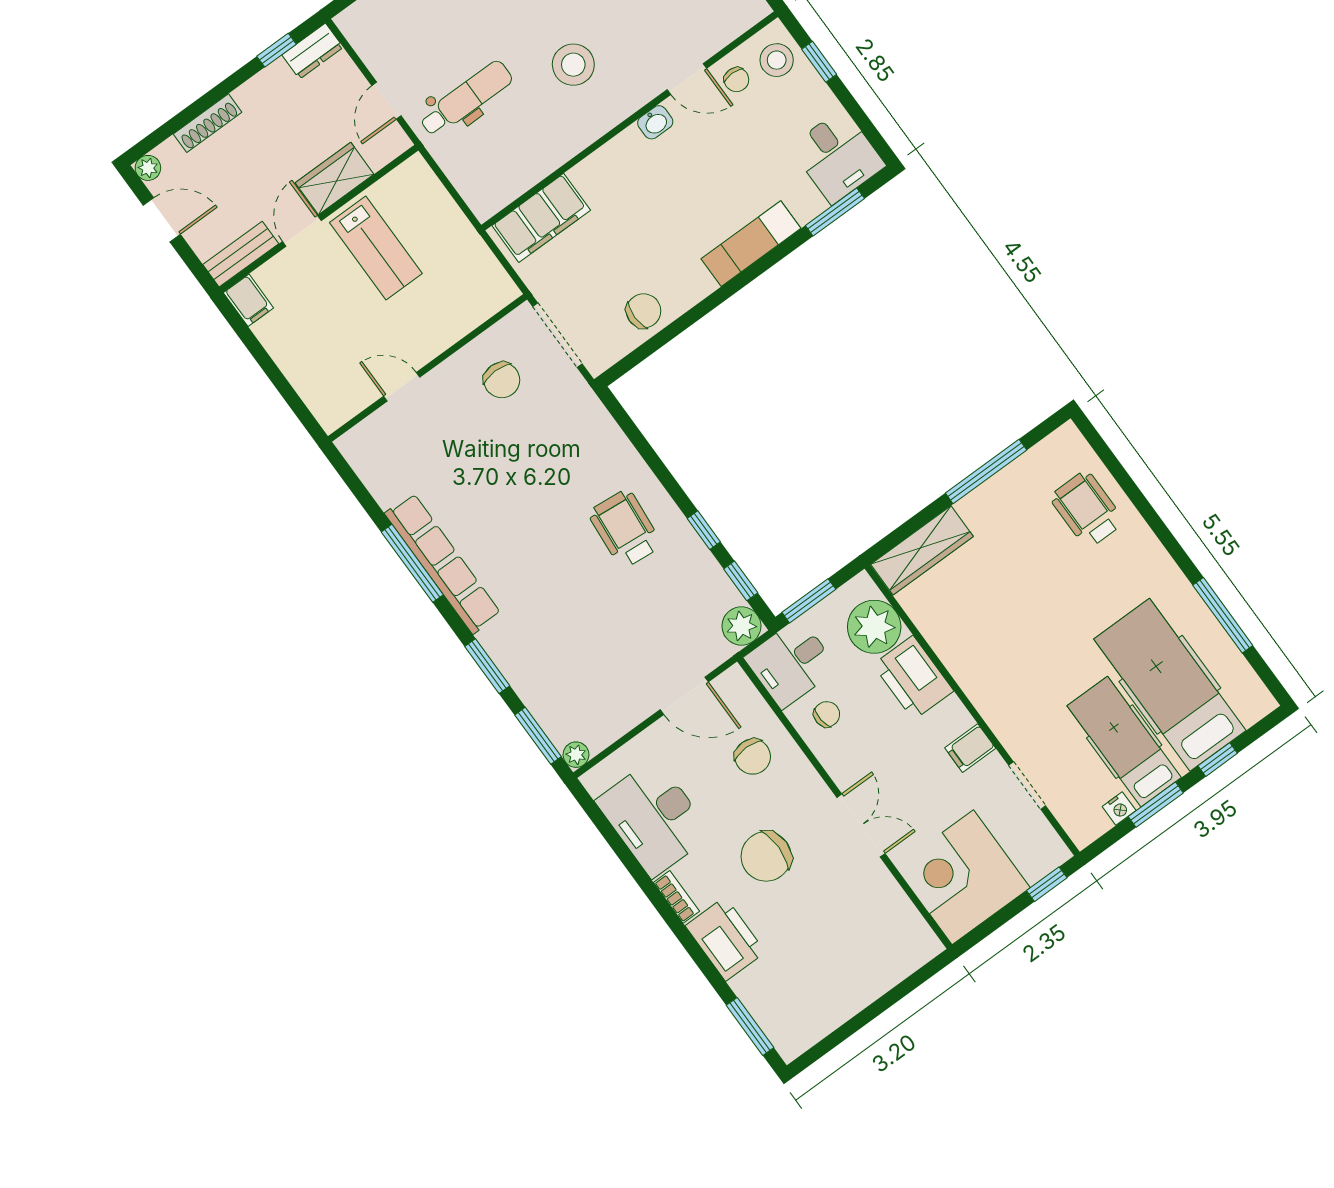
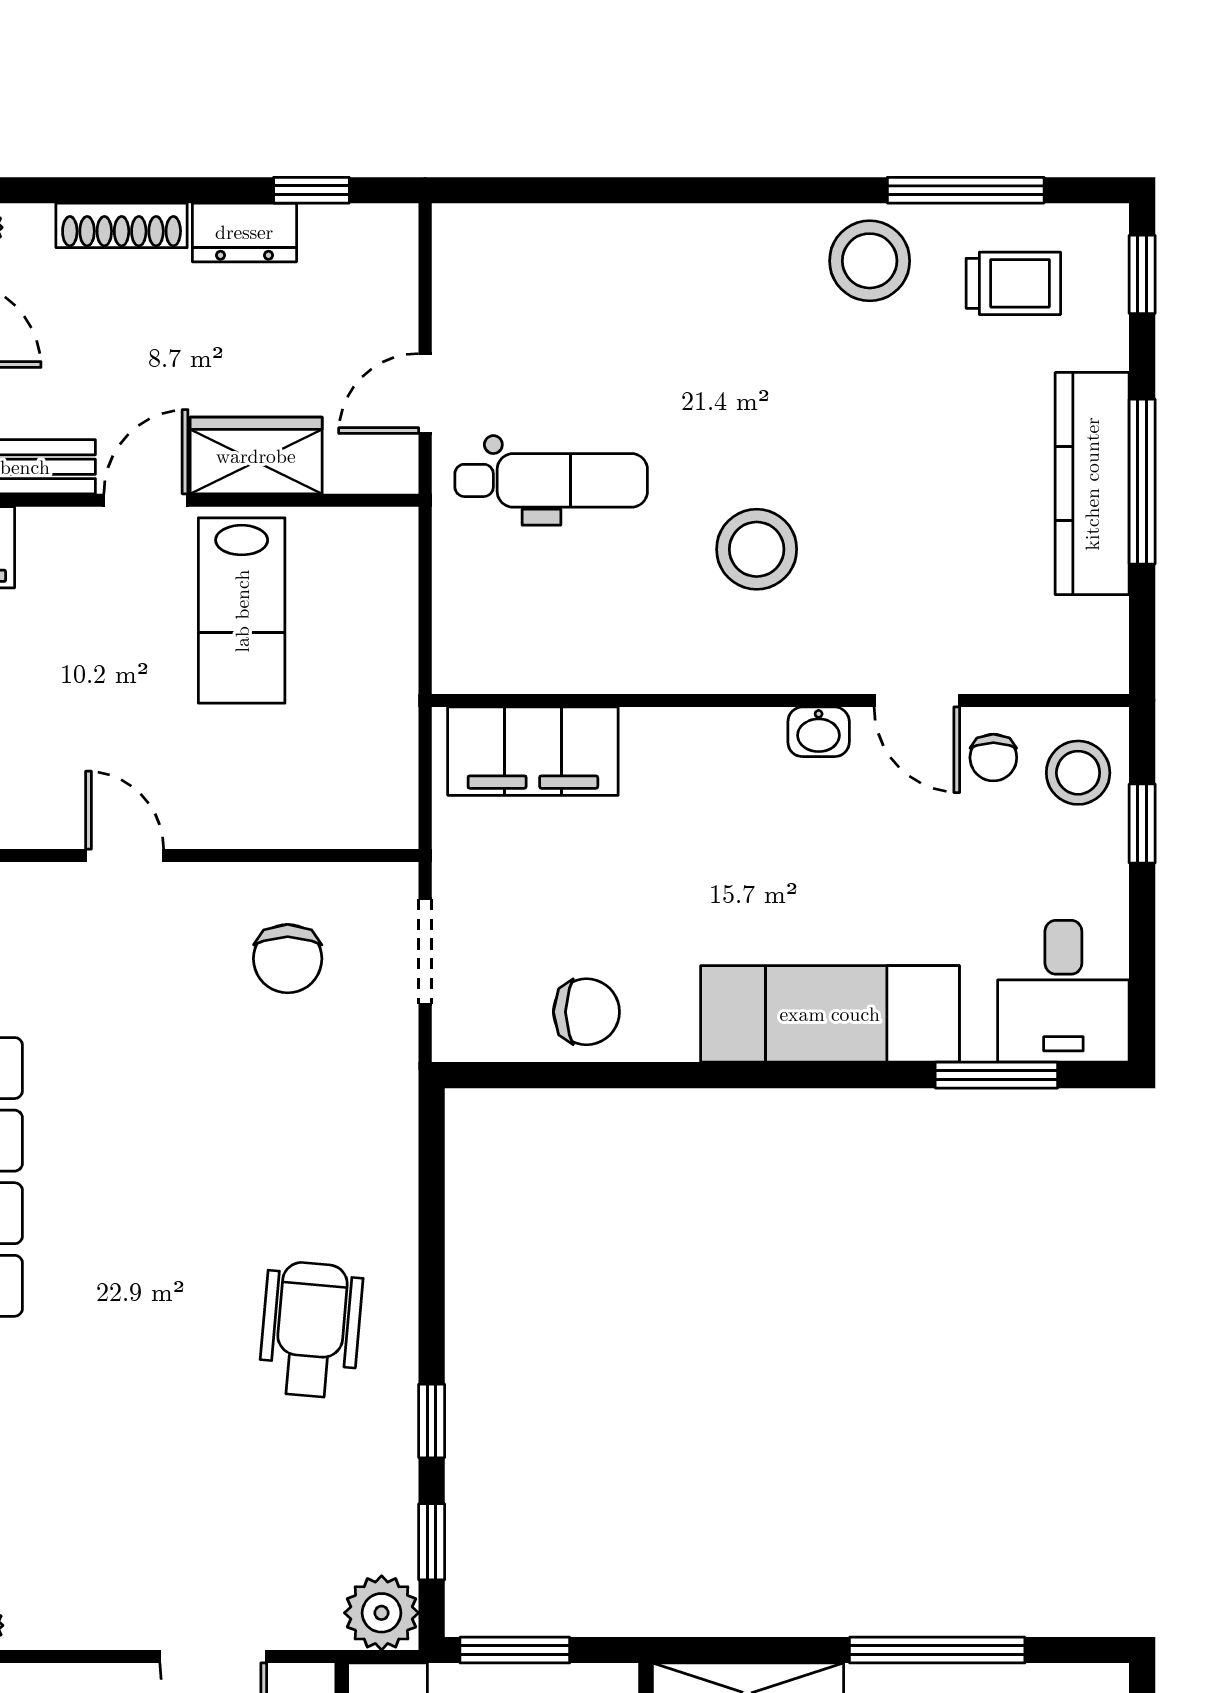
dresser: (313, 51) -> (244, 232), moved
exam couch: (751, 244) -> (830, 1014), width x1.36, depth x1.45
doorway: (557, 335) -> (425, 952), width x0.73

